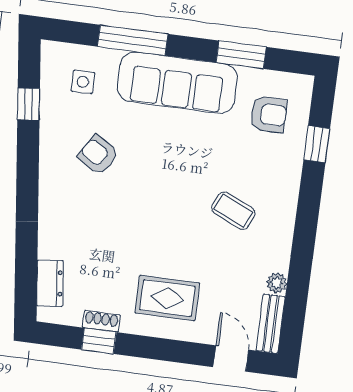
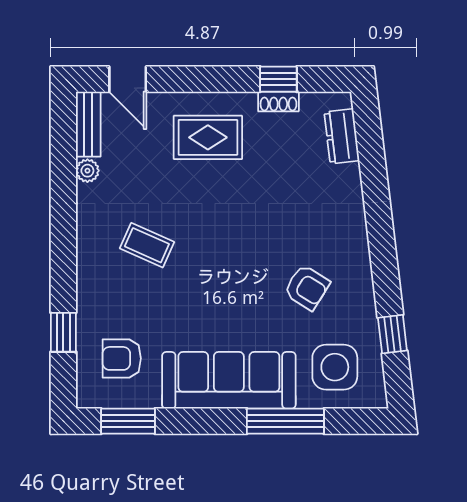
window: (241, 55) -> (128, 421), moved
side table: (83, 82) -> (335, 367), width x1.87, depth x1.87

